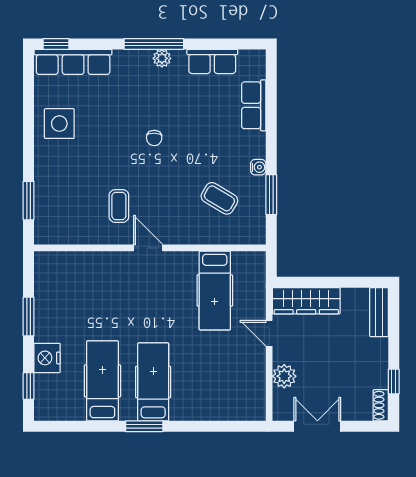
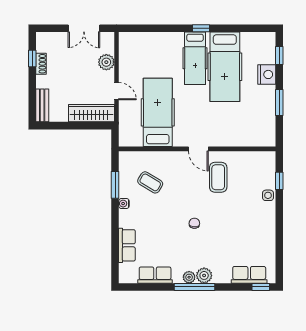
plant: (140, 61) -> (204, 275), added
row of seats: (73, 62) -> (249, 275), width x0.68
side table: (59, 124) -> (268, 195), moved, width x0.54, depth x0.54
window: (29, 201) -> (279, 181), width x0.67
coffee table: (119, 206) -> (218, 177), width x1.36, depth x1.30
hospital bed: (215, 290) -> (158, 112), width x1.37, depth x1.29
hospital bed: (102, 381) -> (225, 67), width x1.37, depth x1.29
shoe rack: (381, 405) -> (41, 64), moved
window: (144, 426) -> (201, 28), width x0.67

